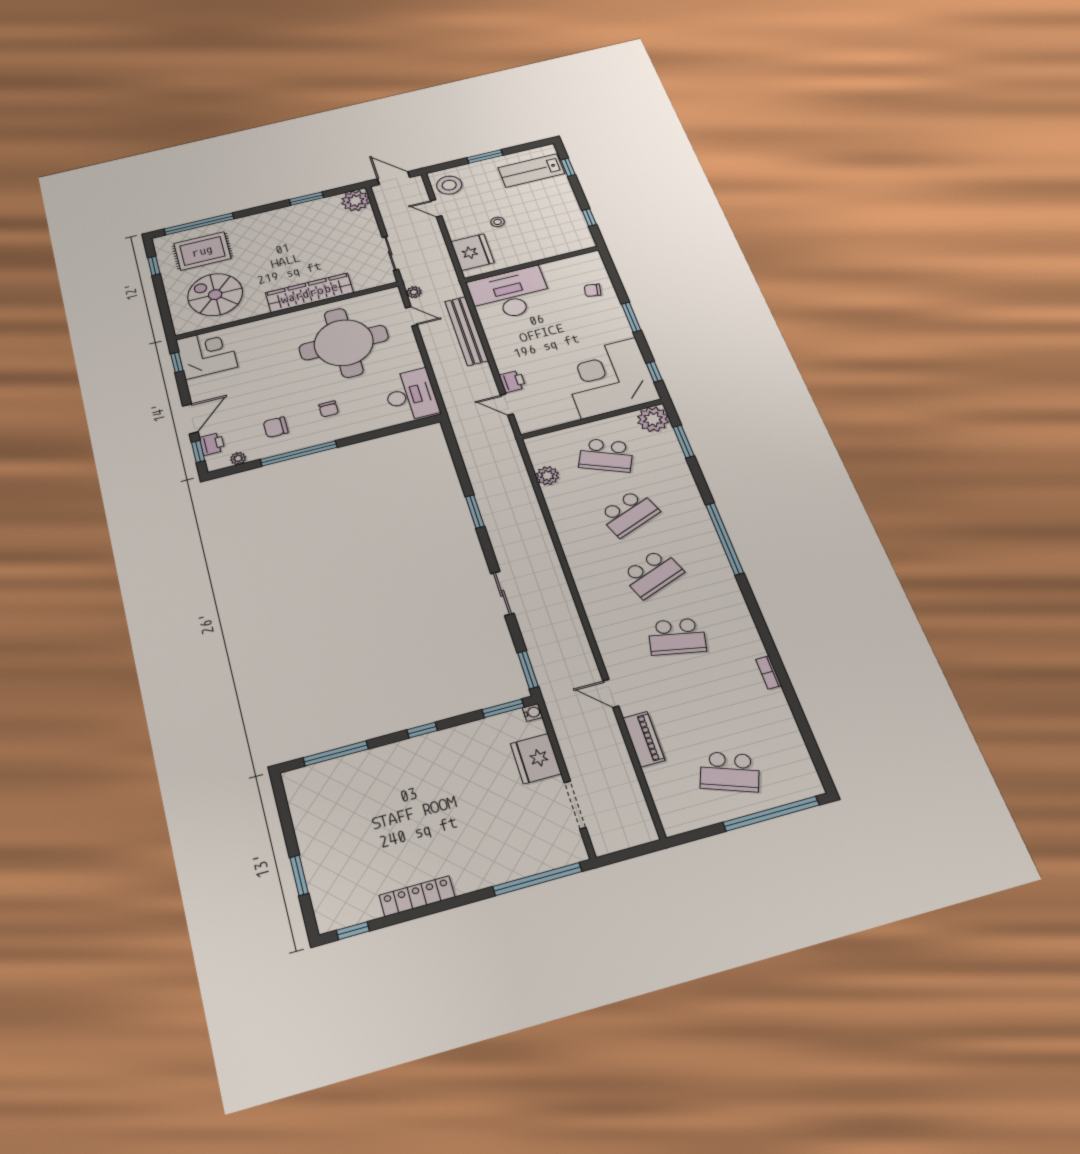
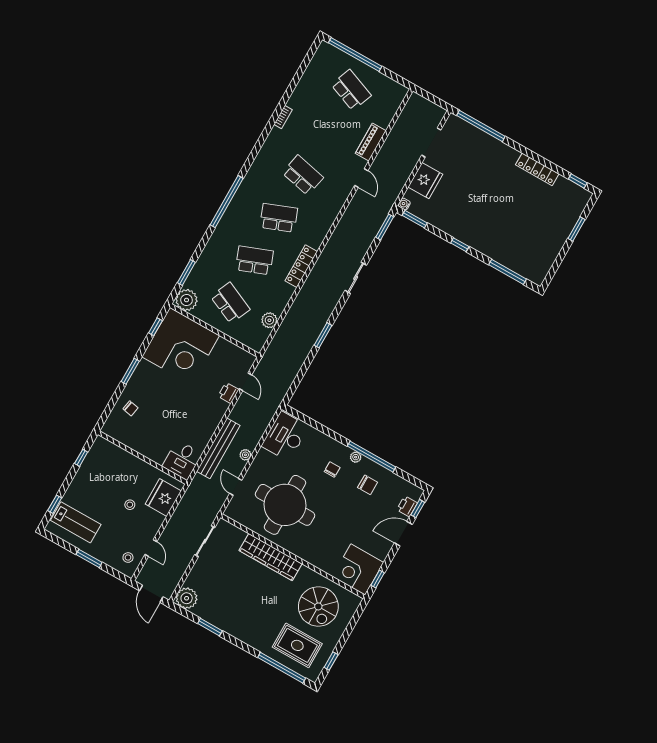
stool: (449, 185) -> (128, 558), width x0.53, depth x0.53
plant: (414, 292) -> (245, 455), moved
desk: (510, 294) -> (182, 460), width x0.53, depth x0.77
plant: (238, 458) -> (356, 457), moved
locker: (574, 552) -> (301, 266), added

